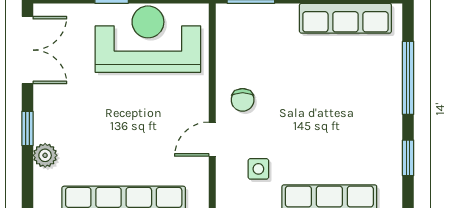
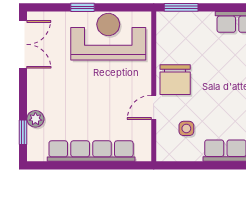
chair: (243, 100) -> (175, 80), width x1.87, depth x1.87
window: (27, 128) -> (23, 132), moved

